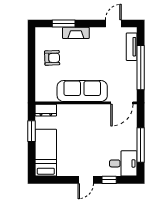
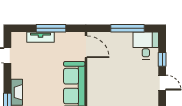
tv unit: (132, 47) -> (40, 37), moved
window: (141, 68) -> (51, 28), width x0.68

